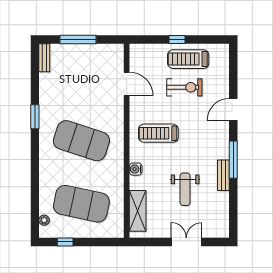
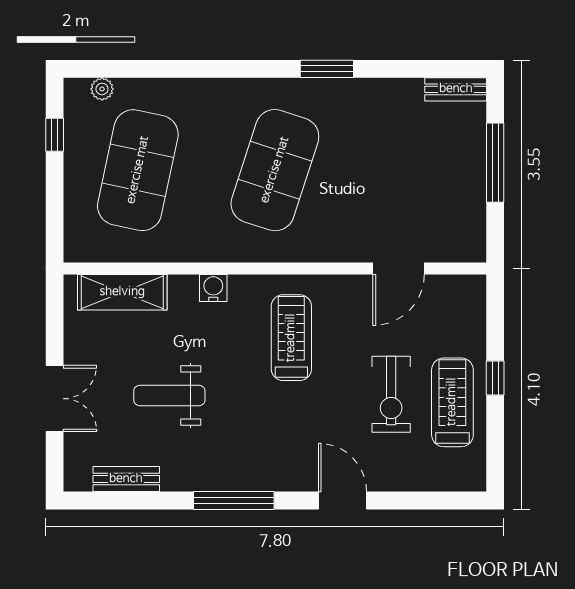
bench: (223, 175) -> (126, 479), moved

